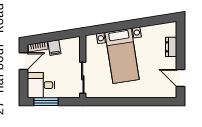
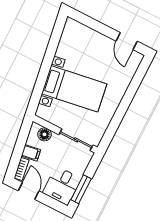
dresser: (171, 47) -> (90, 35), removed
floor lamp: (74, 51) -> (44, 134), added
door: (181, 78) -> (127, 41), hinge flipped

